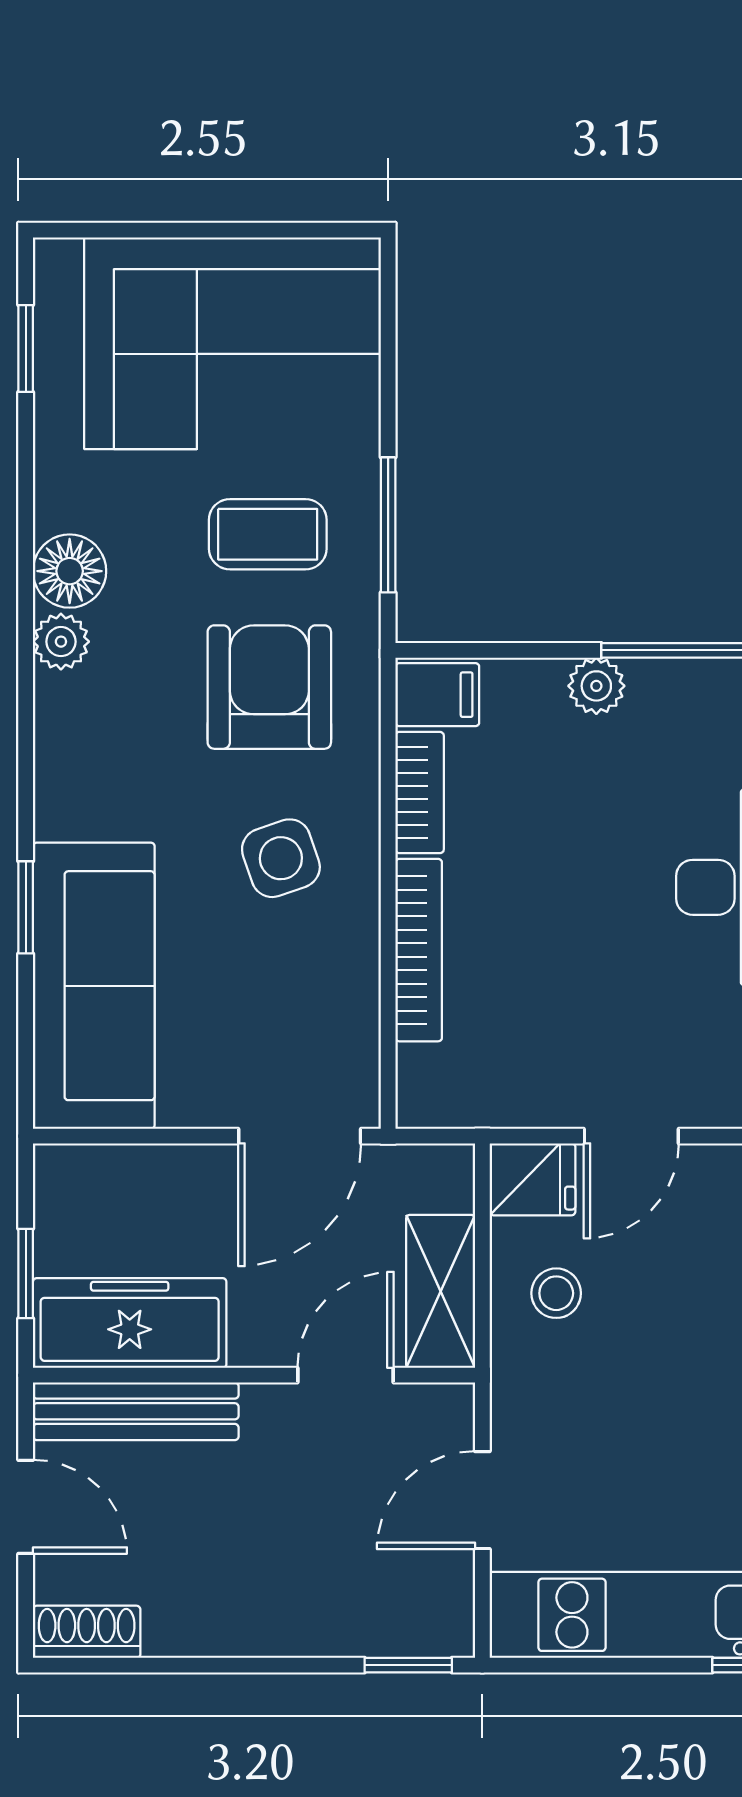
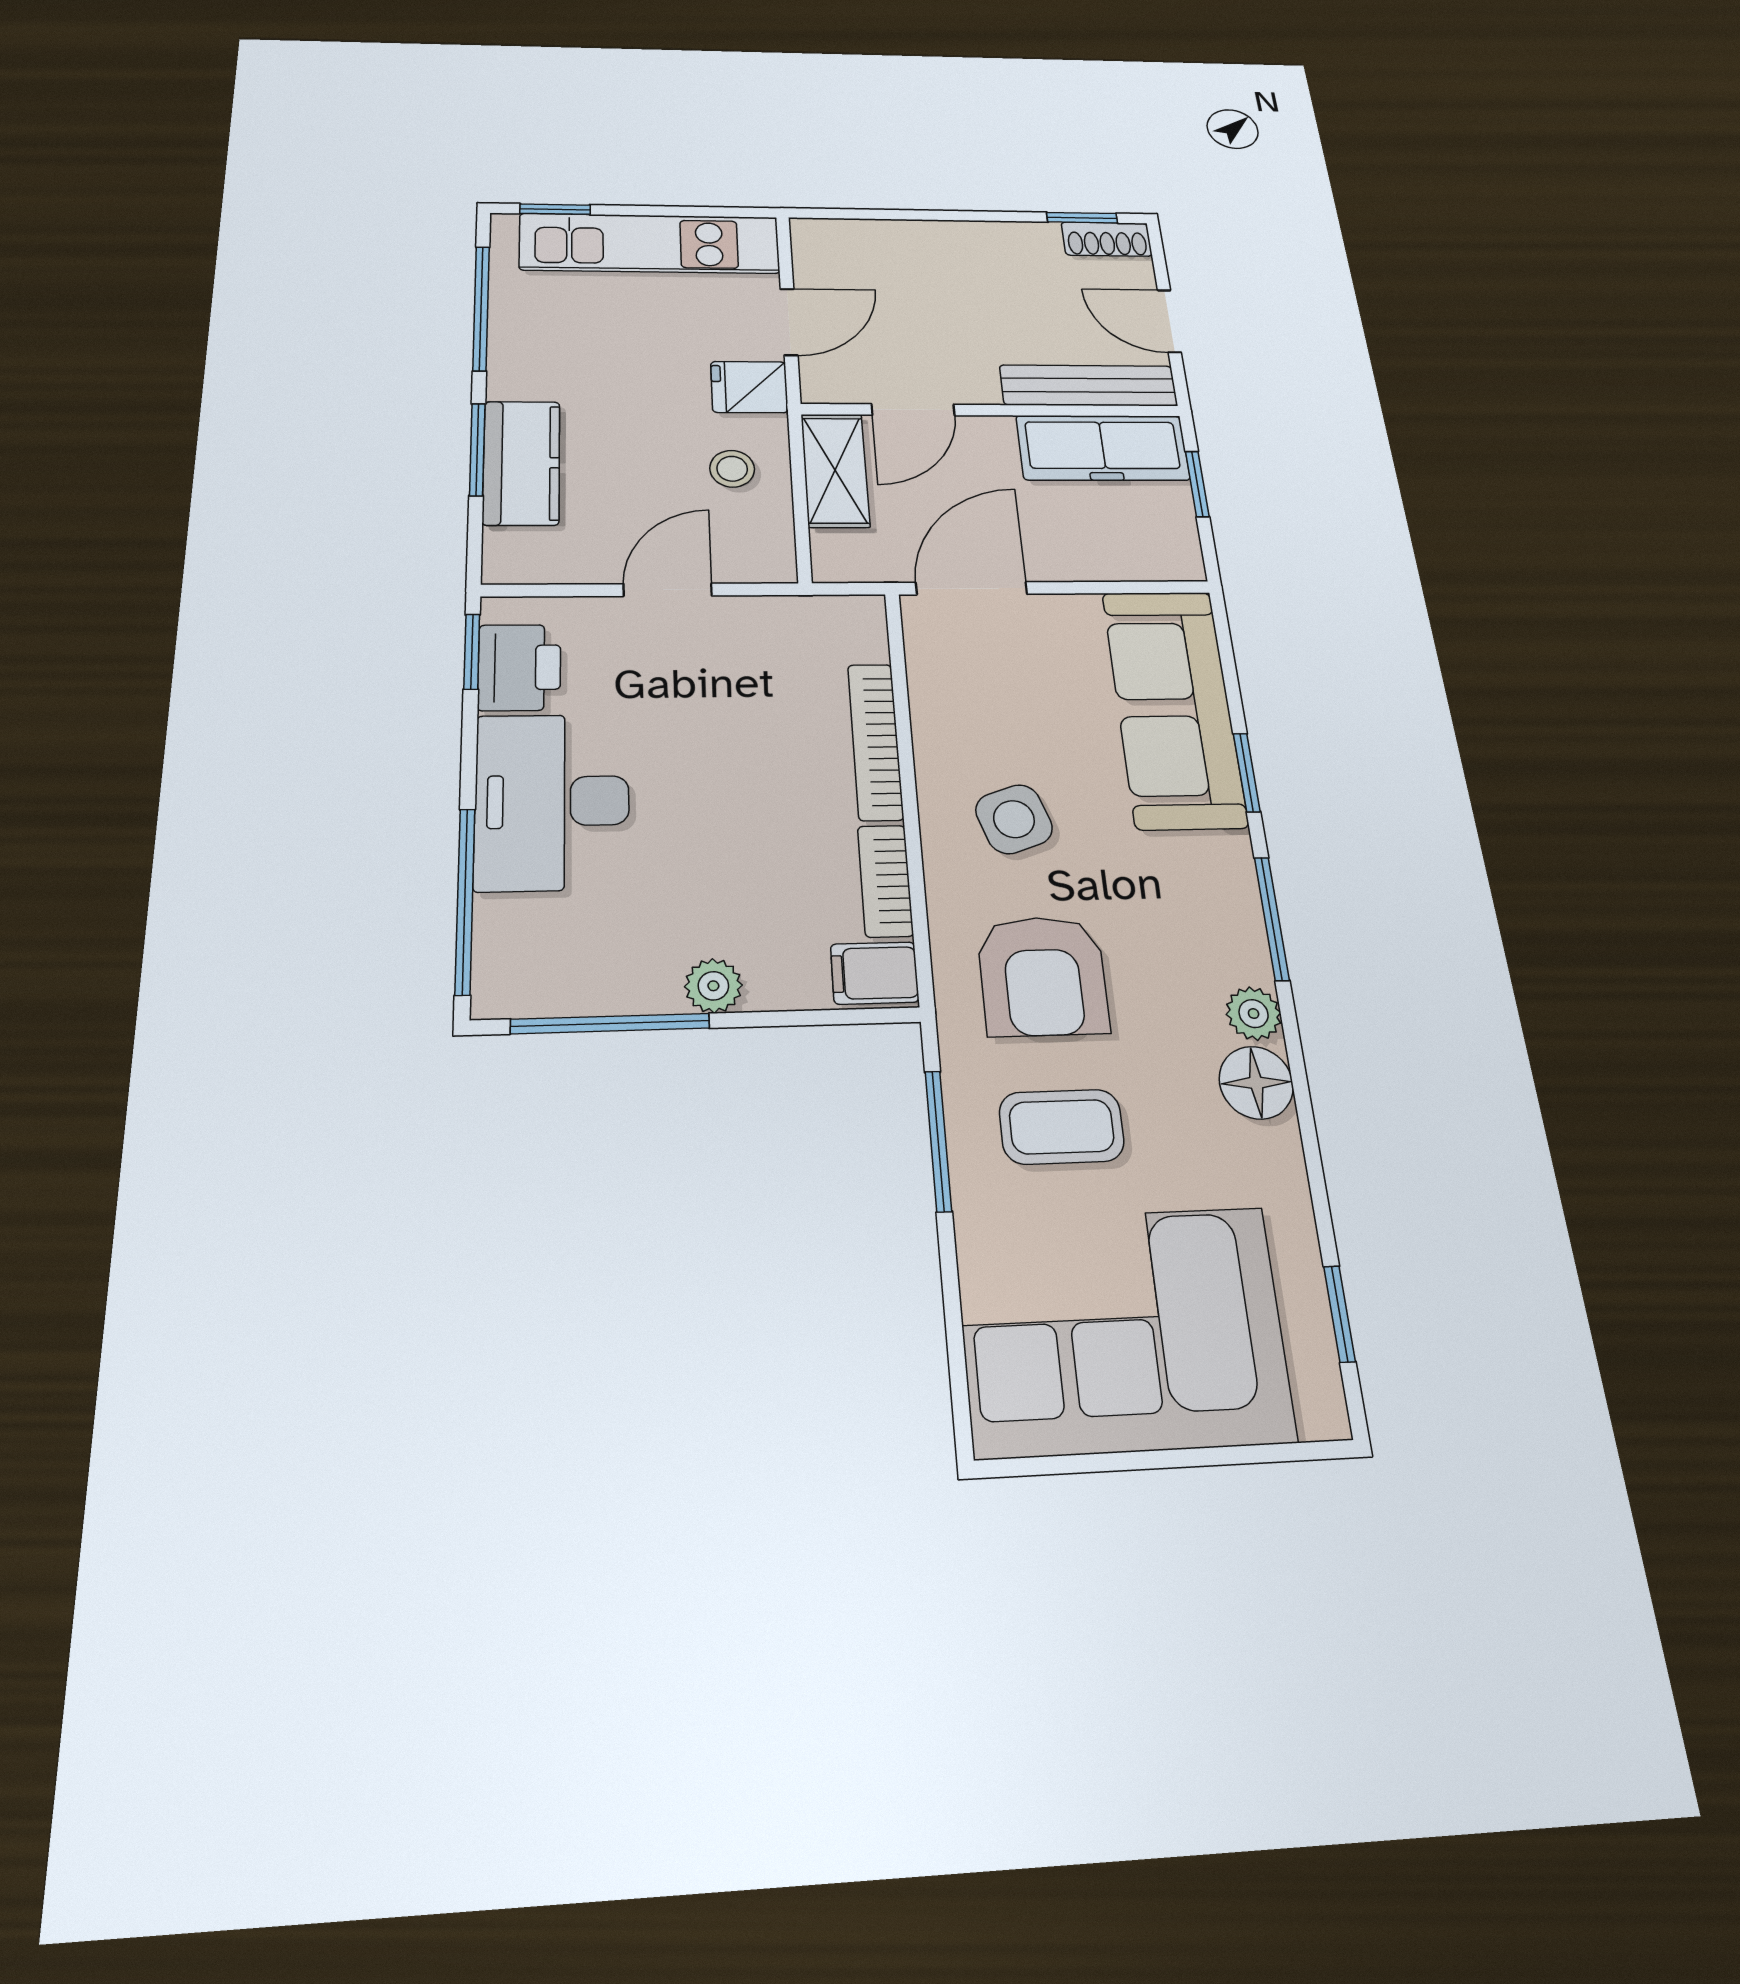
window: (26, 742) -> (1272, 918), added
fridge: (532, 1179) -> (749, 387), moved
window: (408, 1665) -> (1082, 218), moved

